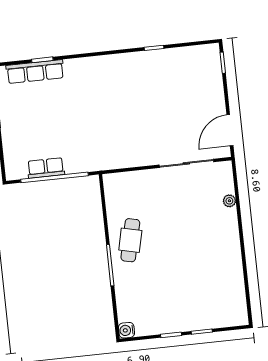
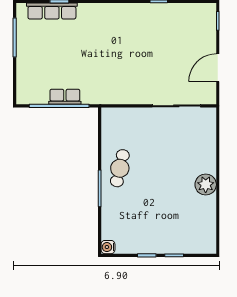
door: (230, 130) -> (218, 68), moved
row of seats: (46, 168) -> (65, 97), moved
plant: (229, 201) -> (206, 185), moved, width x1.87, depth x1.87

